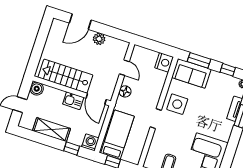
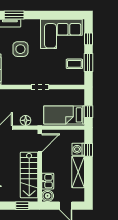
window: (35, 58) -> (22, 206), added
kitchen sink: (73, 101) -> (48, 181), moved
side table: (177, 104) -> (20, 49), moved
washing machine: (90, 142) -> (78, 149), moved

